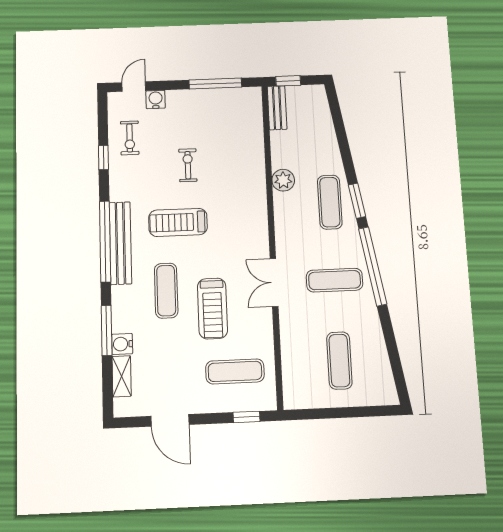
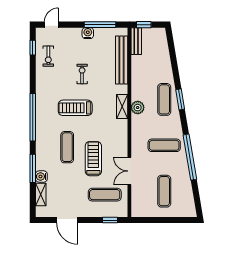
water cooler: (156, 99) -> (88, 33), moved
window: (103, 158) -> (33, 48), moved
plant: (283, 180) -> (138, 108), moved
shelving: (258, 217) -> (122, 106), added
bench: (120, 243) -> (122, 60), moved
window: (373, 266) -> (190, 157), moved
double door: (274, 283) -> (129, 171), moved
treadmill: (212, 308) -> (93, 159), turned 180

